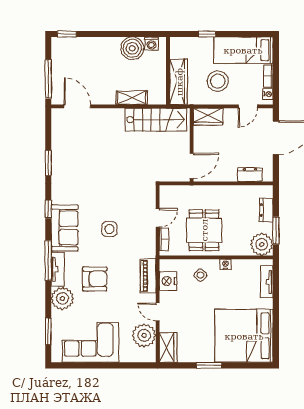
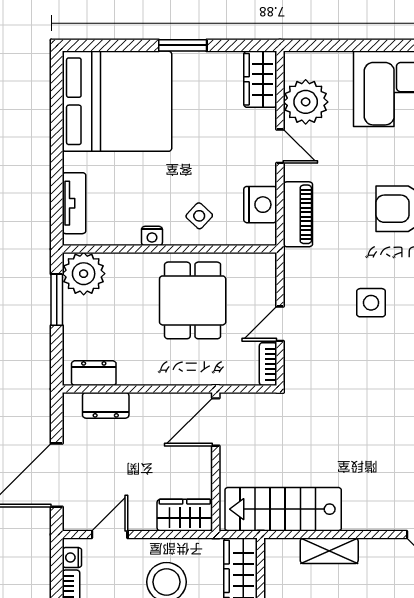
dresser: (266, 210) -> (94, 373), moved, turned -90
bookcase: (164, 239) -> (268, 364), moved

